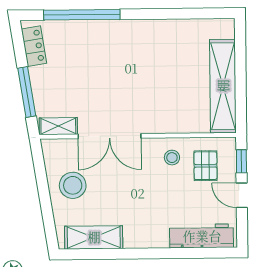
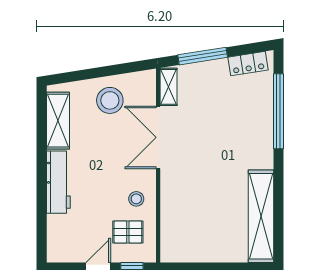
shelving: (223, 86) -> (261, 216), moved, turned 90
workbench: (202, 236) -> (58, 182), moved

